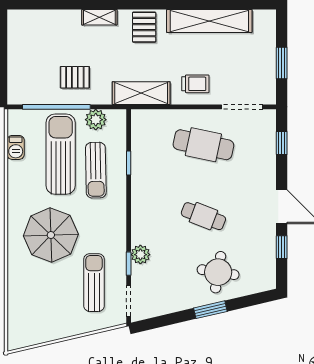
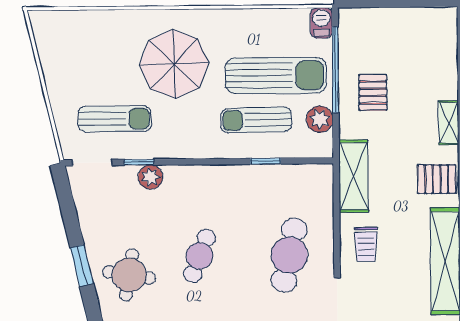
barbecue: (16, 147) -> (321, 23), moved, turned 90

